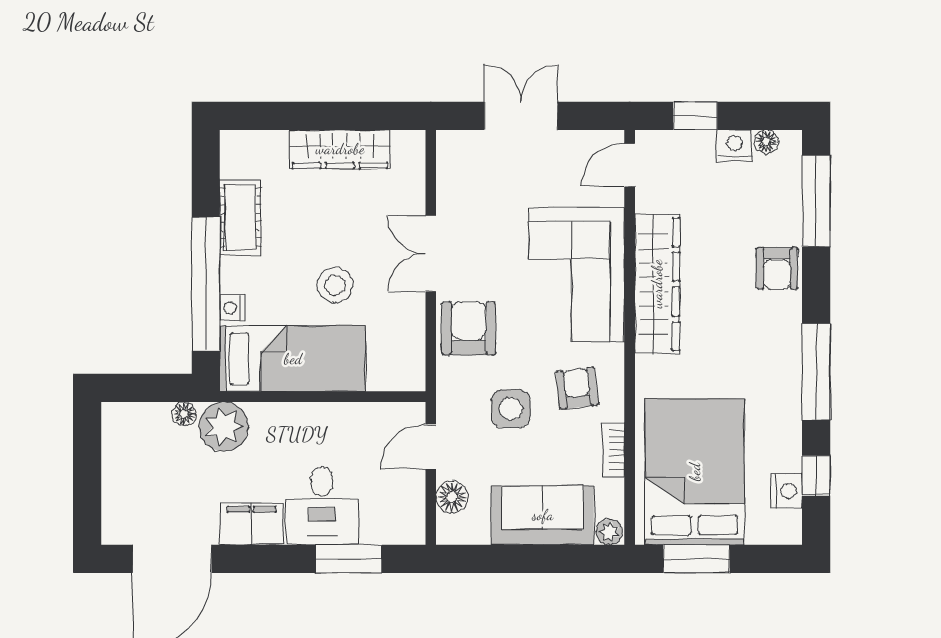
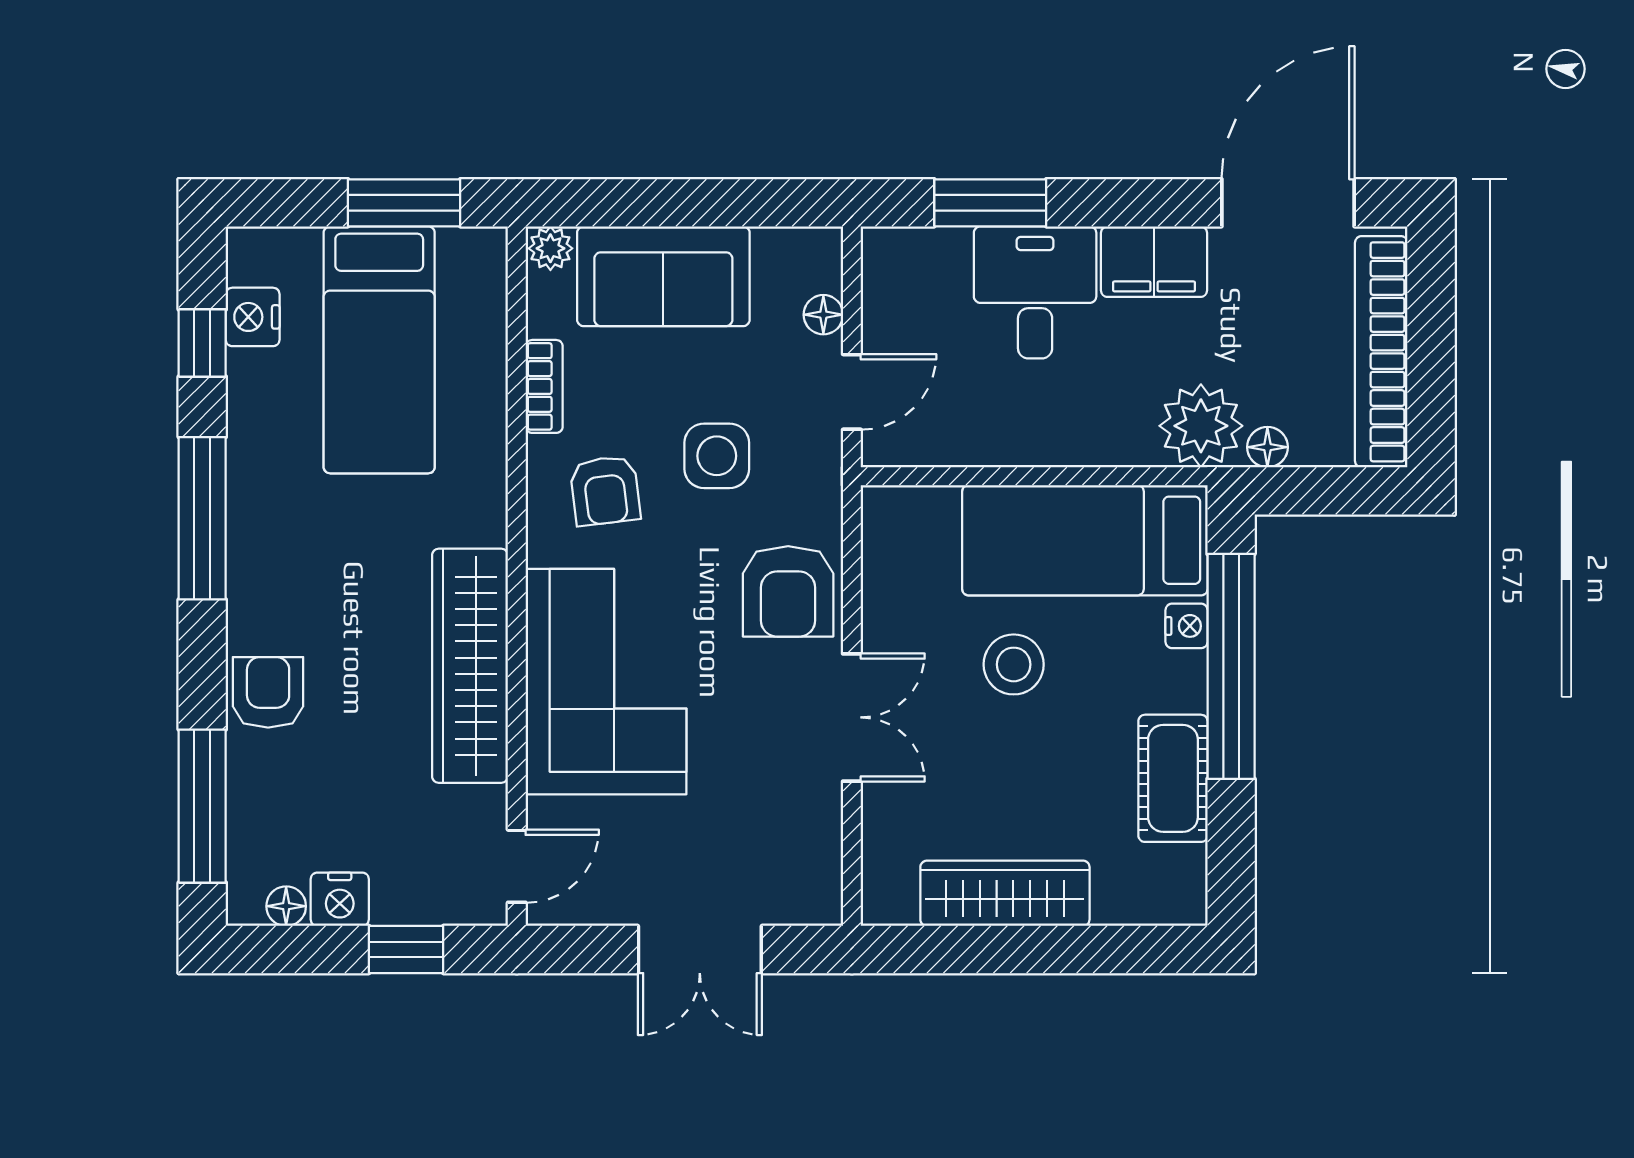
bookcase: (117, 470) -> (1381, 352), added
bed: (695, 472) -> (379, 350), width x0.67
floor lamp: (452, 497) -> (823, 315), width x0.73, depth x0.73

